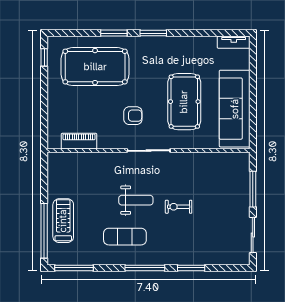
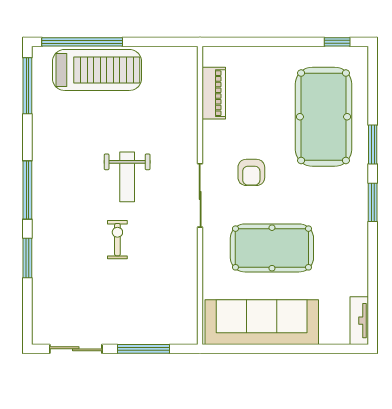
treadmill: (63, 221) -> (97, 70), width x1.37, depth x1.38
exercise mat: (125, 237) -> (74, 161), removed

